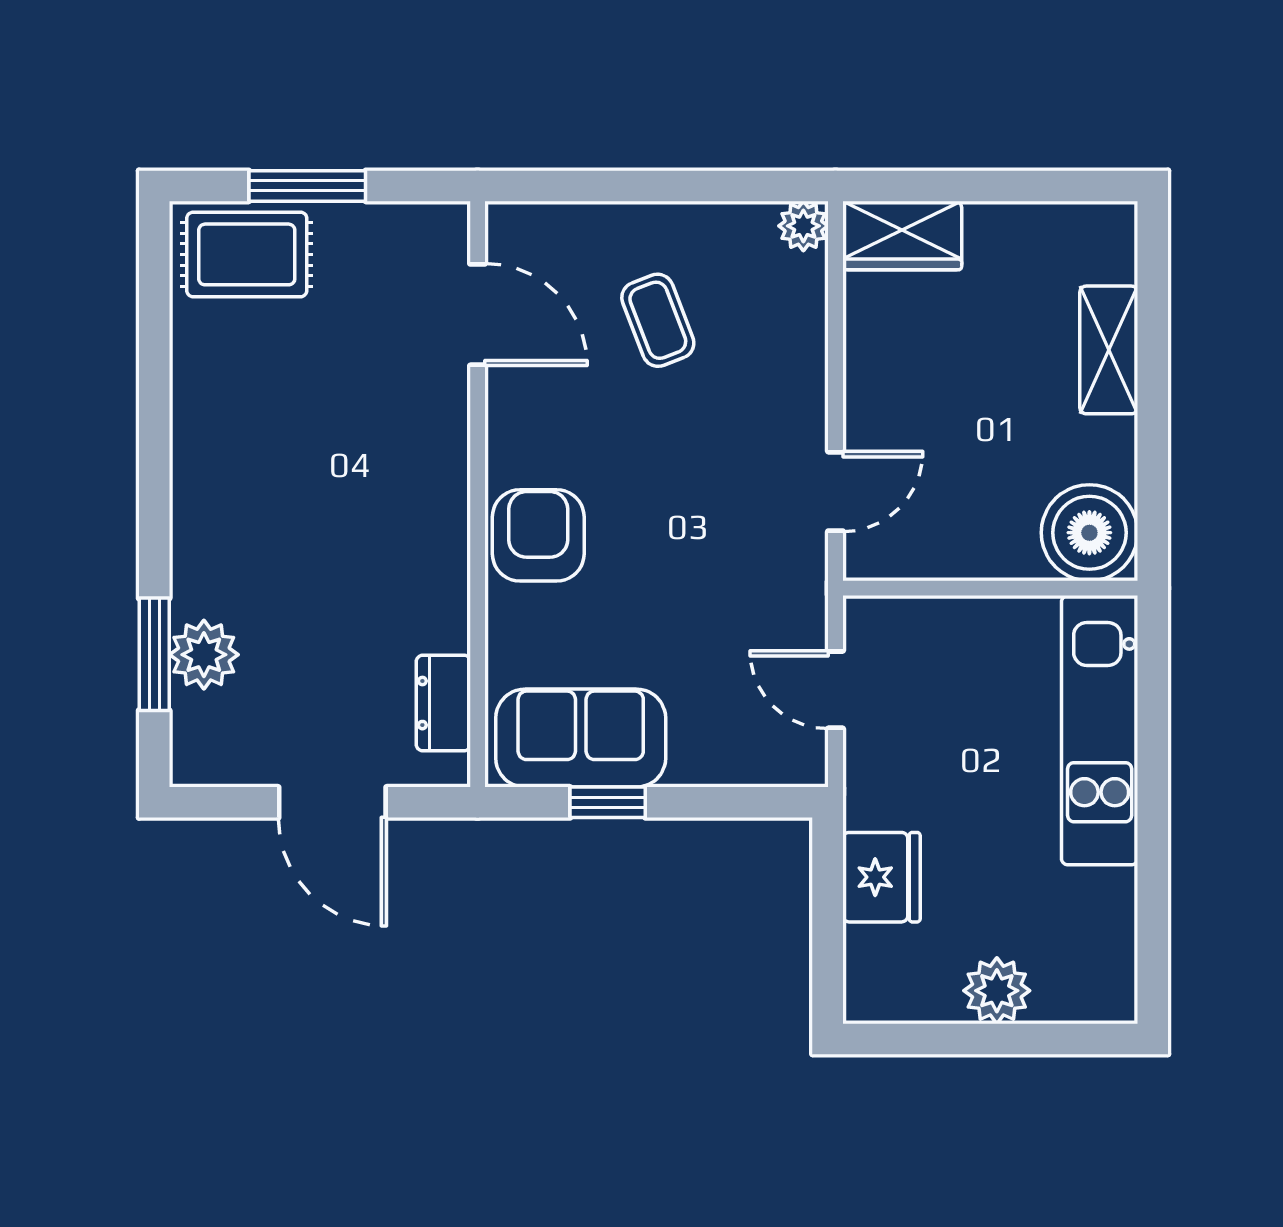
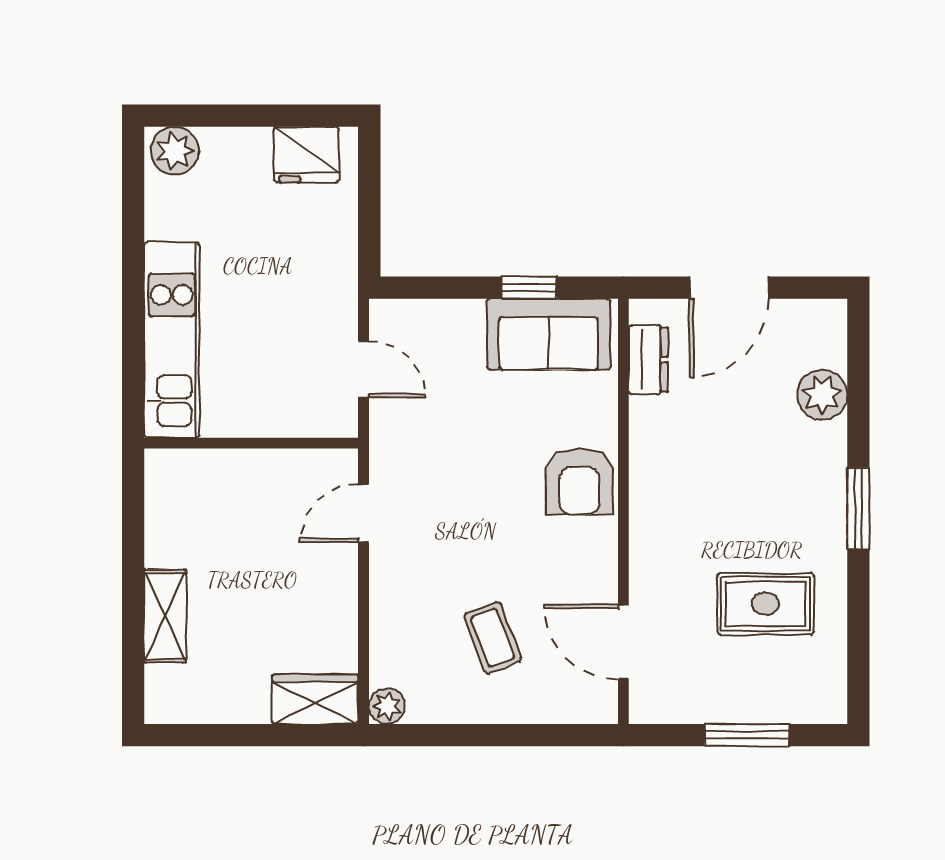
rug: (247, 254) -> (766, 604), moved
boiler: (1089, 533) -> (179, 483), removed
window: (154, 654) -> (858, 509), moved
door: (332, 802) -> (729, 288), swing flipped
fridge: (881, 877) -> (306, 155), moved, turned -90
plant: (997, 991) -> (175, 151), moved

